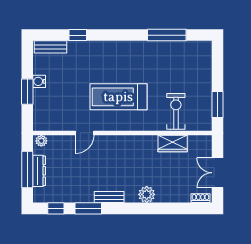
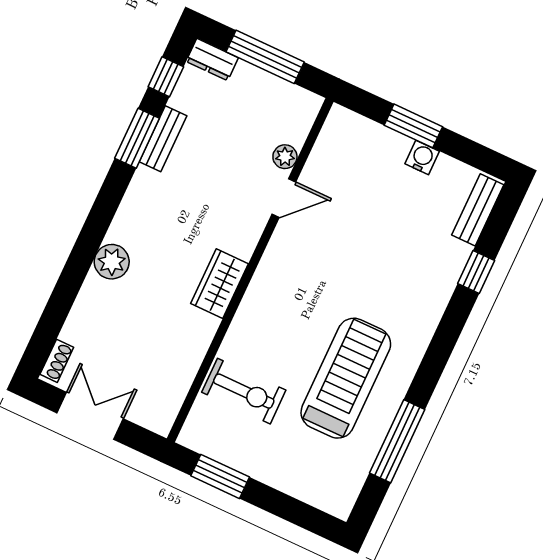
treadmill: (118, 97) -> (346, 378), moved
door: (84, 133) -> (284, 198), swing flipped
plant: (41, 141) -> (285, 157), moved
wardrobe: (173, 143) -> (220, 284), moved
dresser: (39, 171) -> (212, 60), moved, width x0.70
bench: (109, 197) -> (163, 139), moved

